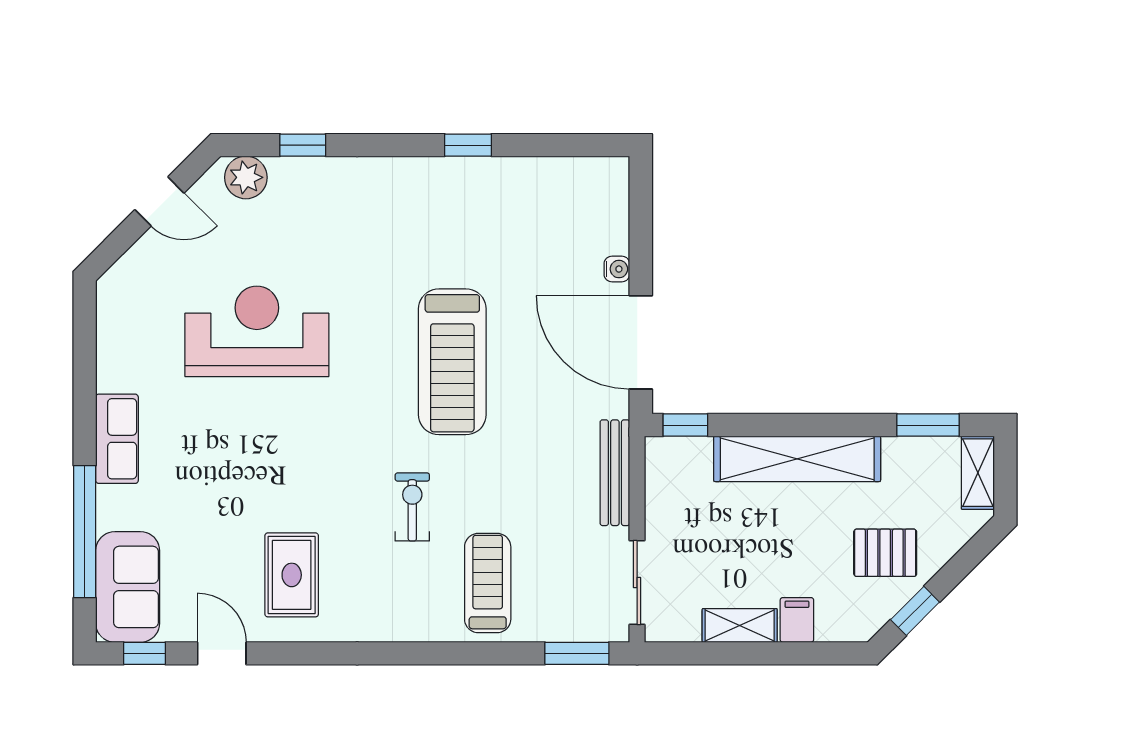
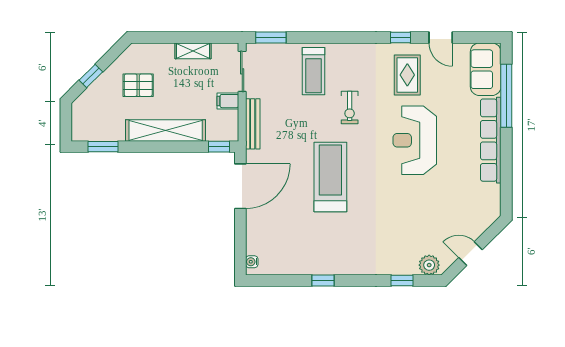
water cooler: (617, 269) -> (252, 262), moved
reception desk: (257, 331) -> (415, 140), moved, turned 90
door: (641, 342) -> (240, 186), hinge flipped
row of seats: (117, 439) -> (491, 140), width x2.02
shelving: (978, 473) -> (79, 124), removed
pallet: (885, 553) -> (138, 85), moved
window: (915, 611) -> (91, 76), moved
filing cabinet: (797, 620) -> (228, 101), moved, turned 90
window: (144, 653) -> (401, 37), moved

